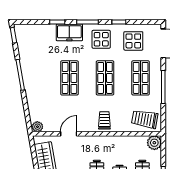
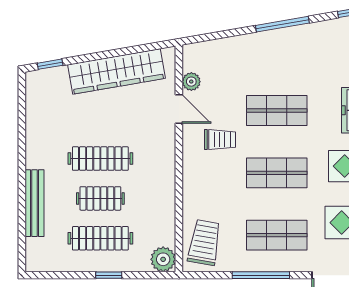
trolley: (104, 120) -> (220, 140), moved
plant: (37, 127) -> (191, 82), moved

